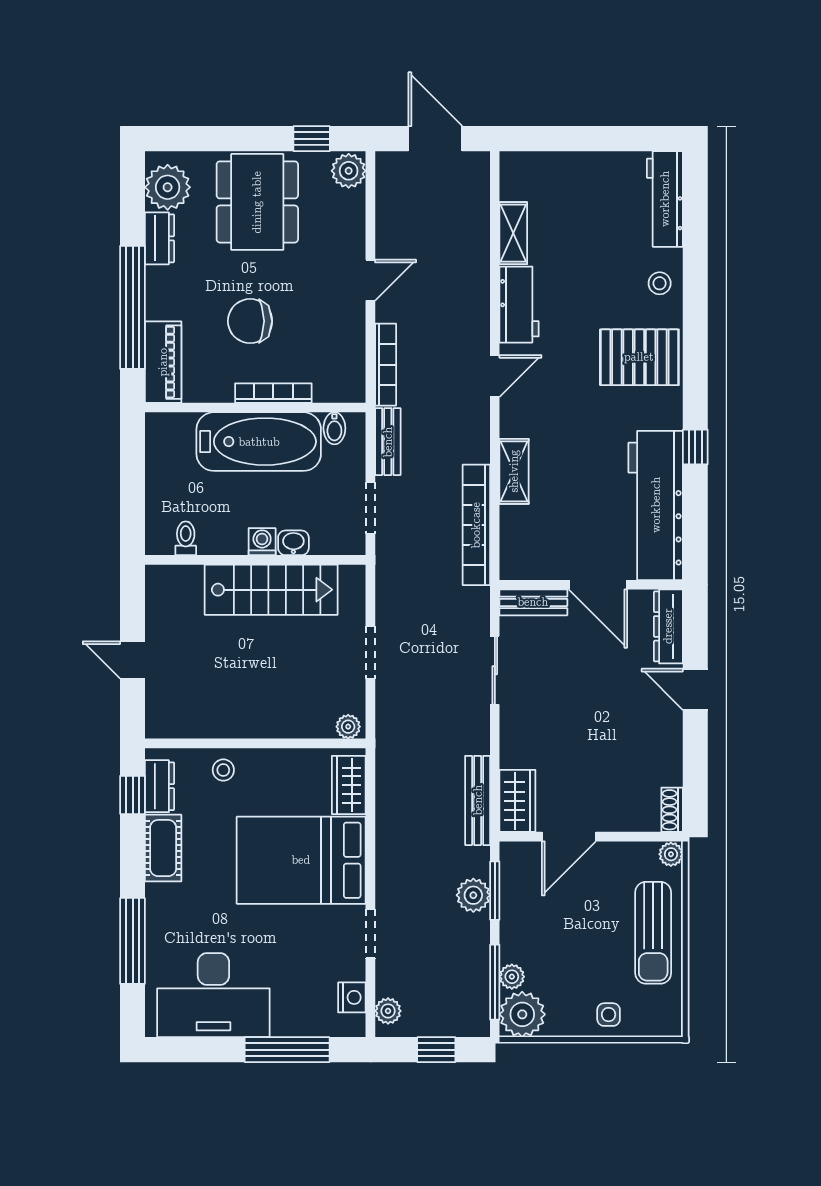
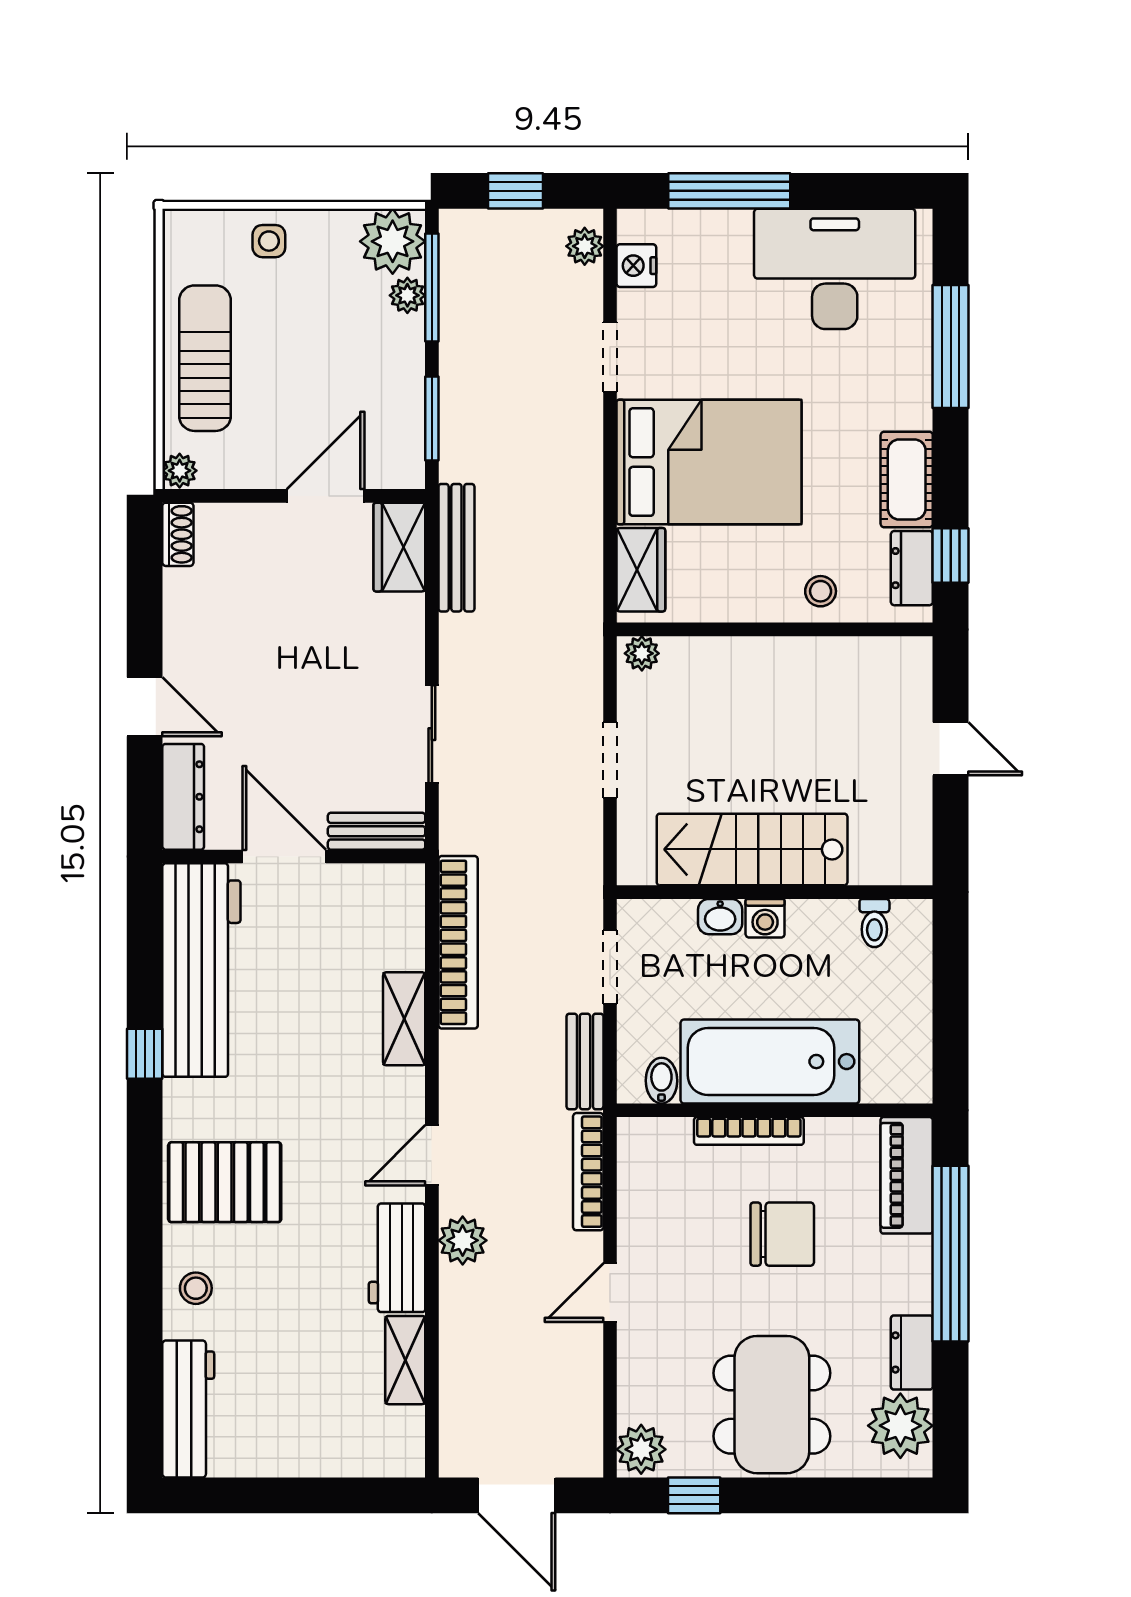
plant: (473, 895) -> (463, 1240), moved

